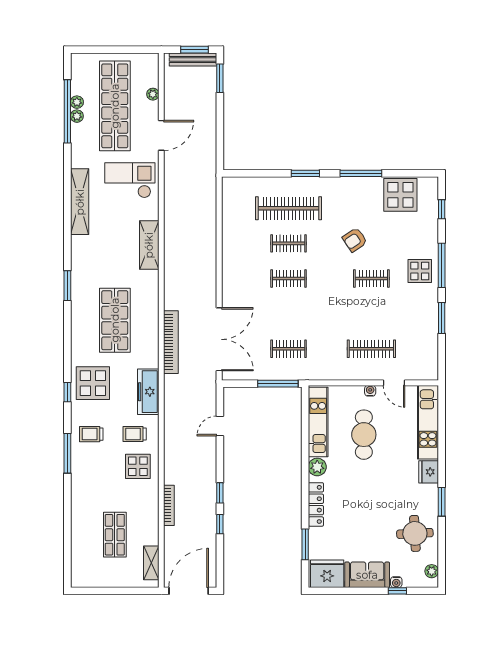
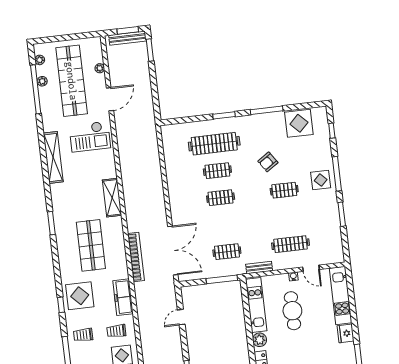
plant: (77, 116) -> (40, 60), moved
checkout: (130, 180) -> (90, 137), turned 180
shelving: (149, 245) -> (112, 198), moved
bench: (328, 374) -> (259, 268), added

